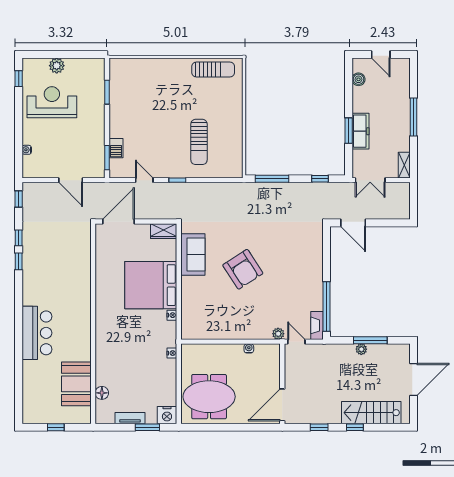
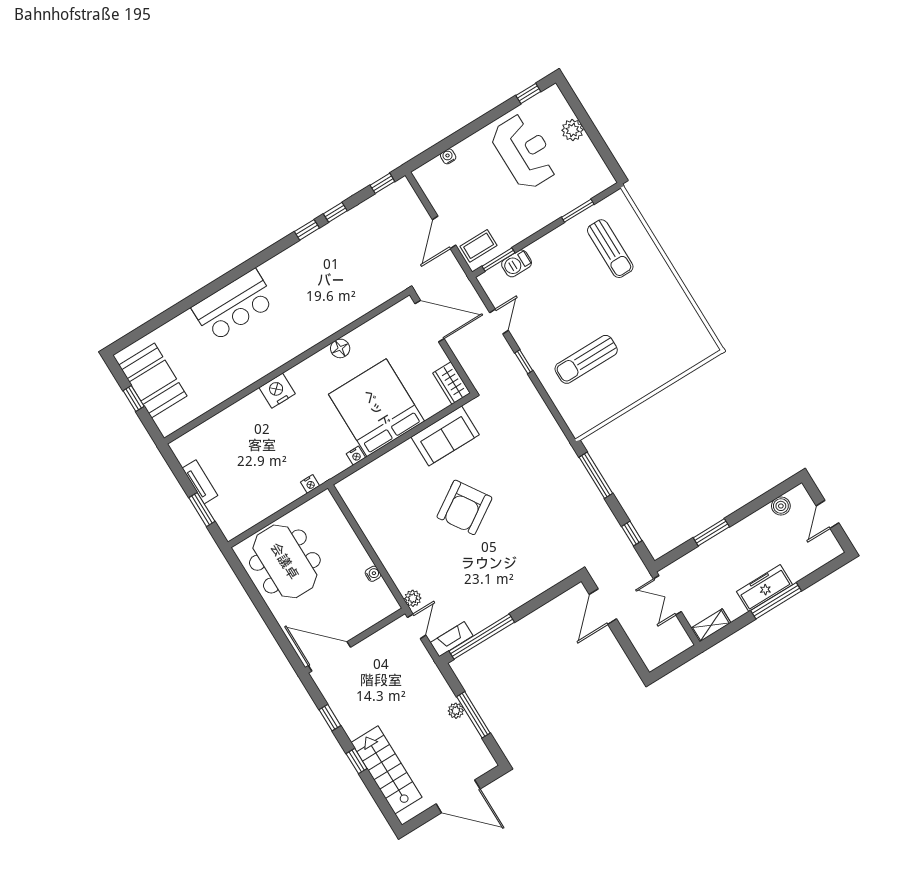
sun lounger: (213, 69) -> (610, 249), moved
freezer: (360, 131) -> (764, 588), moved, turned 180
coffee table: (91, 164) -> (479, 246), added
booth: (76, 384) -> (153, 381), moved, turned 90
floor lamp: (102, 393) -> (340, 348), moved
nightstand: (167, 415) -> (277, 391), moved, turned 90

